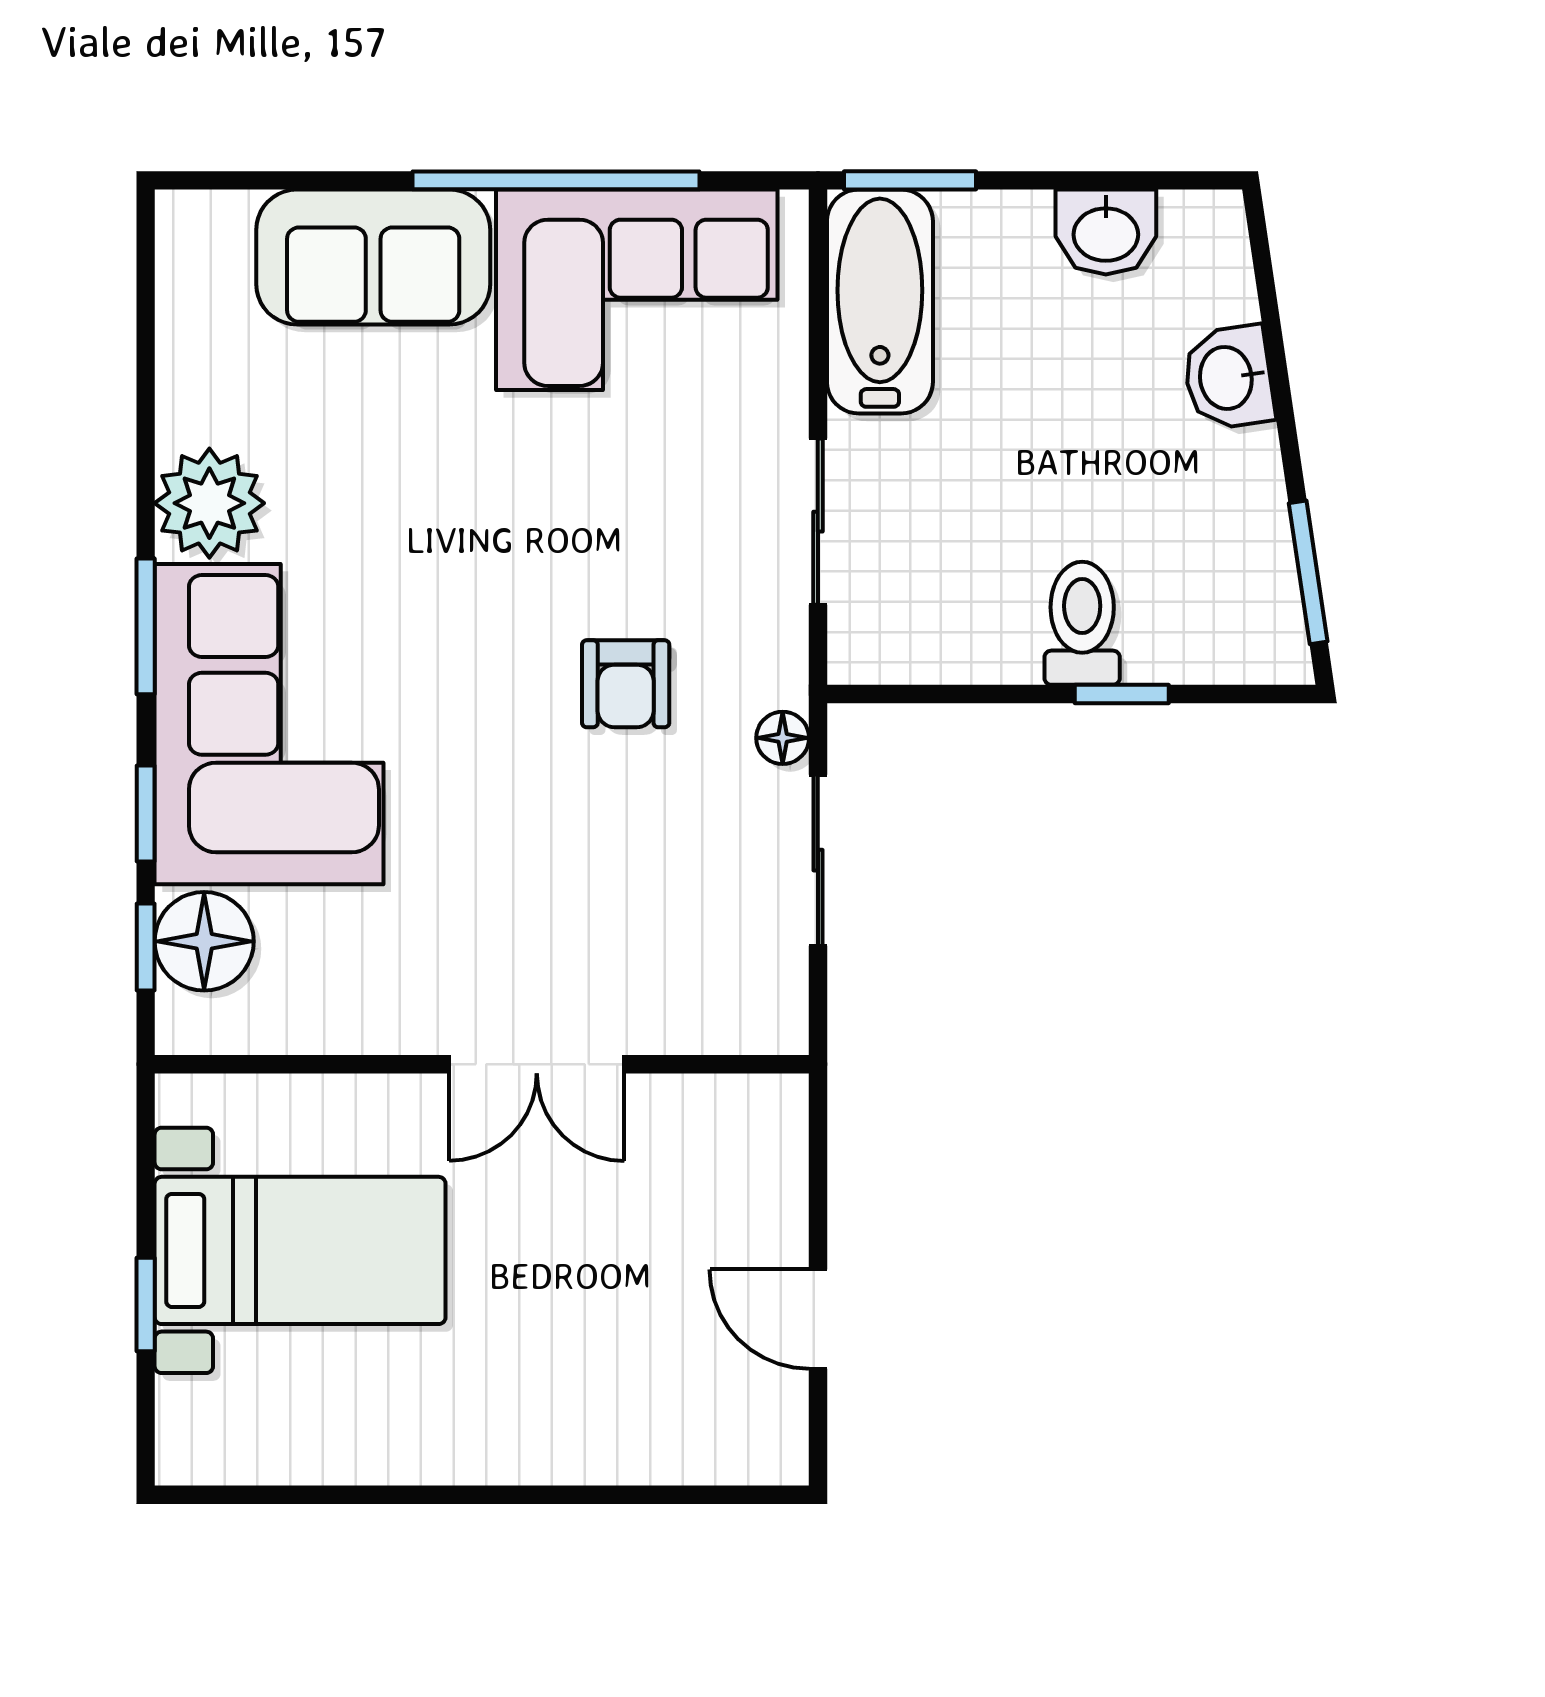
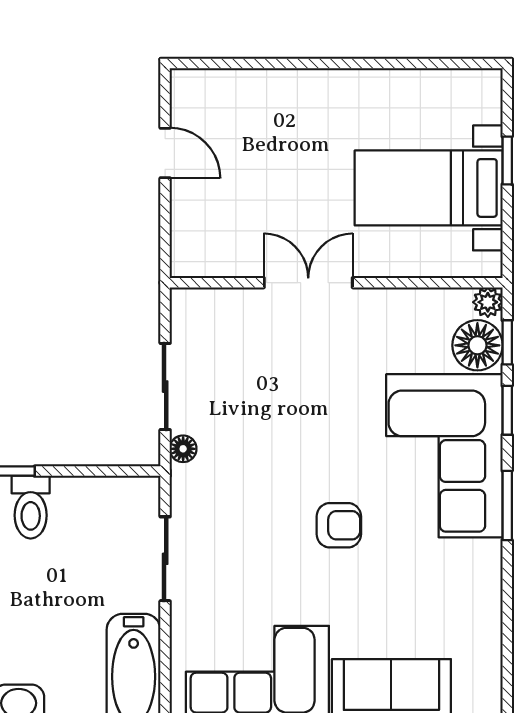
plant: (209, 503) -> (488, 302), moved, width x0.53, depth x0.53
armchair: (626, 684) -> (339, 525), moved, turned 90

